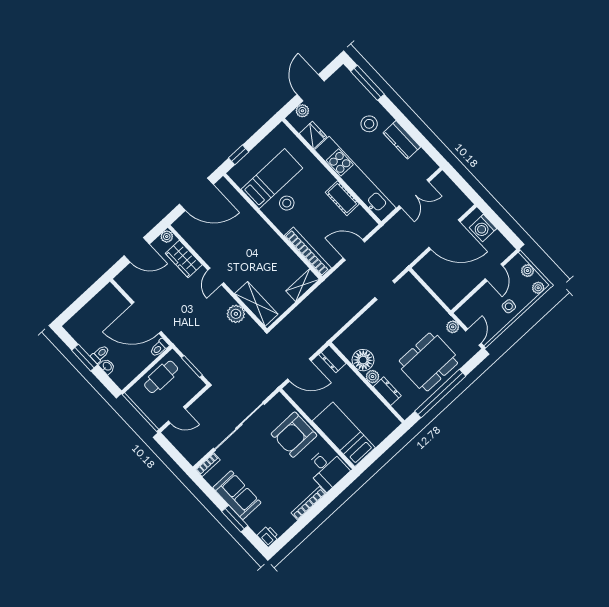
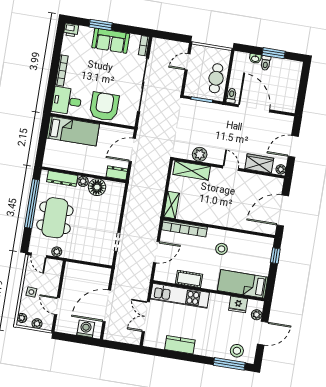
door: (311, 88) -> (263, 333), hinge flipped
stool: (369, 124) -> (237, 351), moved
bed: (272, 179) -> (243, 284), moved, turned 90
kitchen unit: (355, 179) -> (180, 296), width x0.73
door: (147, 318) -> (254, 108), hinge flipped
dresser: (387, 391) -> (62, 179), width x1.44

